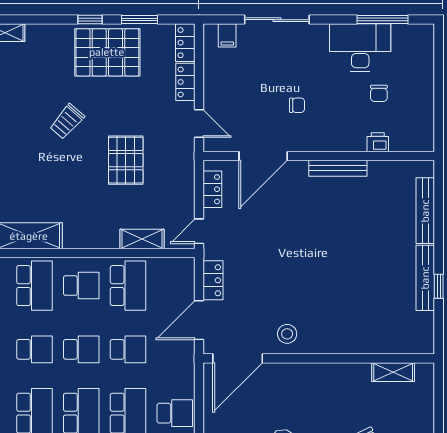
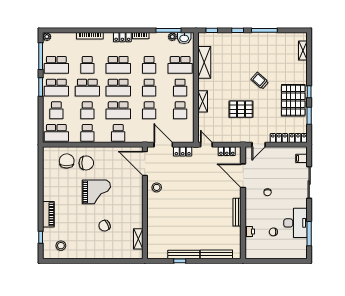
shelving: (142, 239) -> (203, 101), moved
school desk: (128, 286) -> (180, 110), width x0.54

